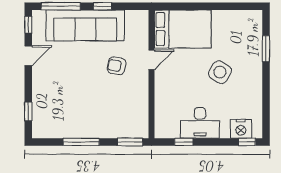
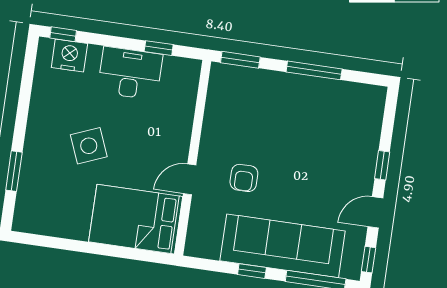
armchair: (117, 66) -> (244, 178), turned 79
side table: (220, 72) -> (89, 146), turned 36
window: (28, 111) -> (382, 165), moved

